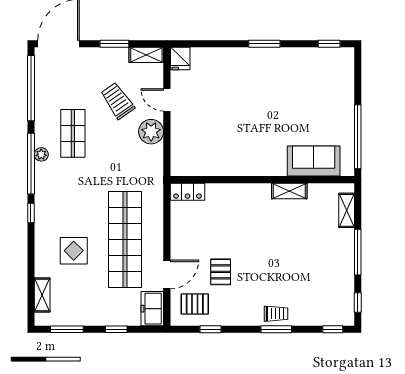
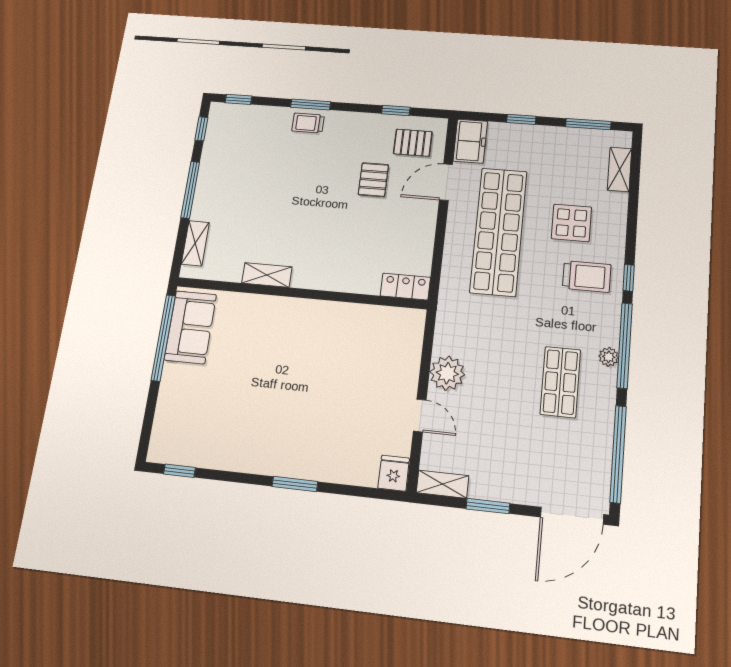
window: (264, 44) -> (295, 484), moved
trolley: (118, 101) -> (587, 276), moved, turned -55
sofa: (314, 161) -> (190, 327), moved, turned -90

